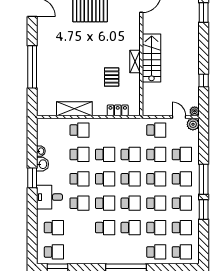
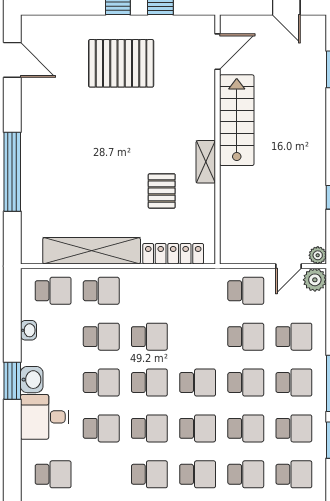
stairs: (152, 58) -> (237, 120), moved
shelving: (74, 109) -> (92, 251), width x1.47
locker: (118, 110) -> (173, 254), width x1.53
door: (179, 117) -> (288, 266), swing flipped
school desk: (131, 154) -> (53, 291), moved
washbasin: (43, 164) -> (32, 380), moved

